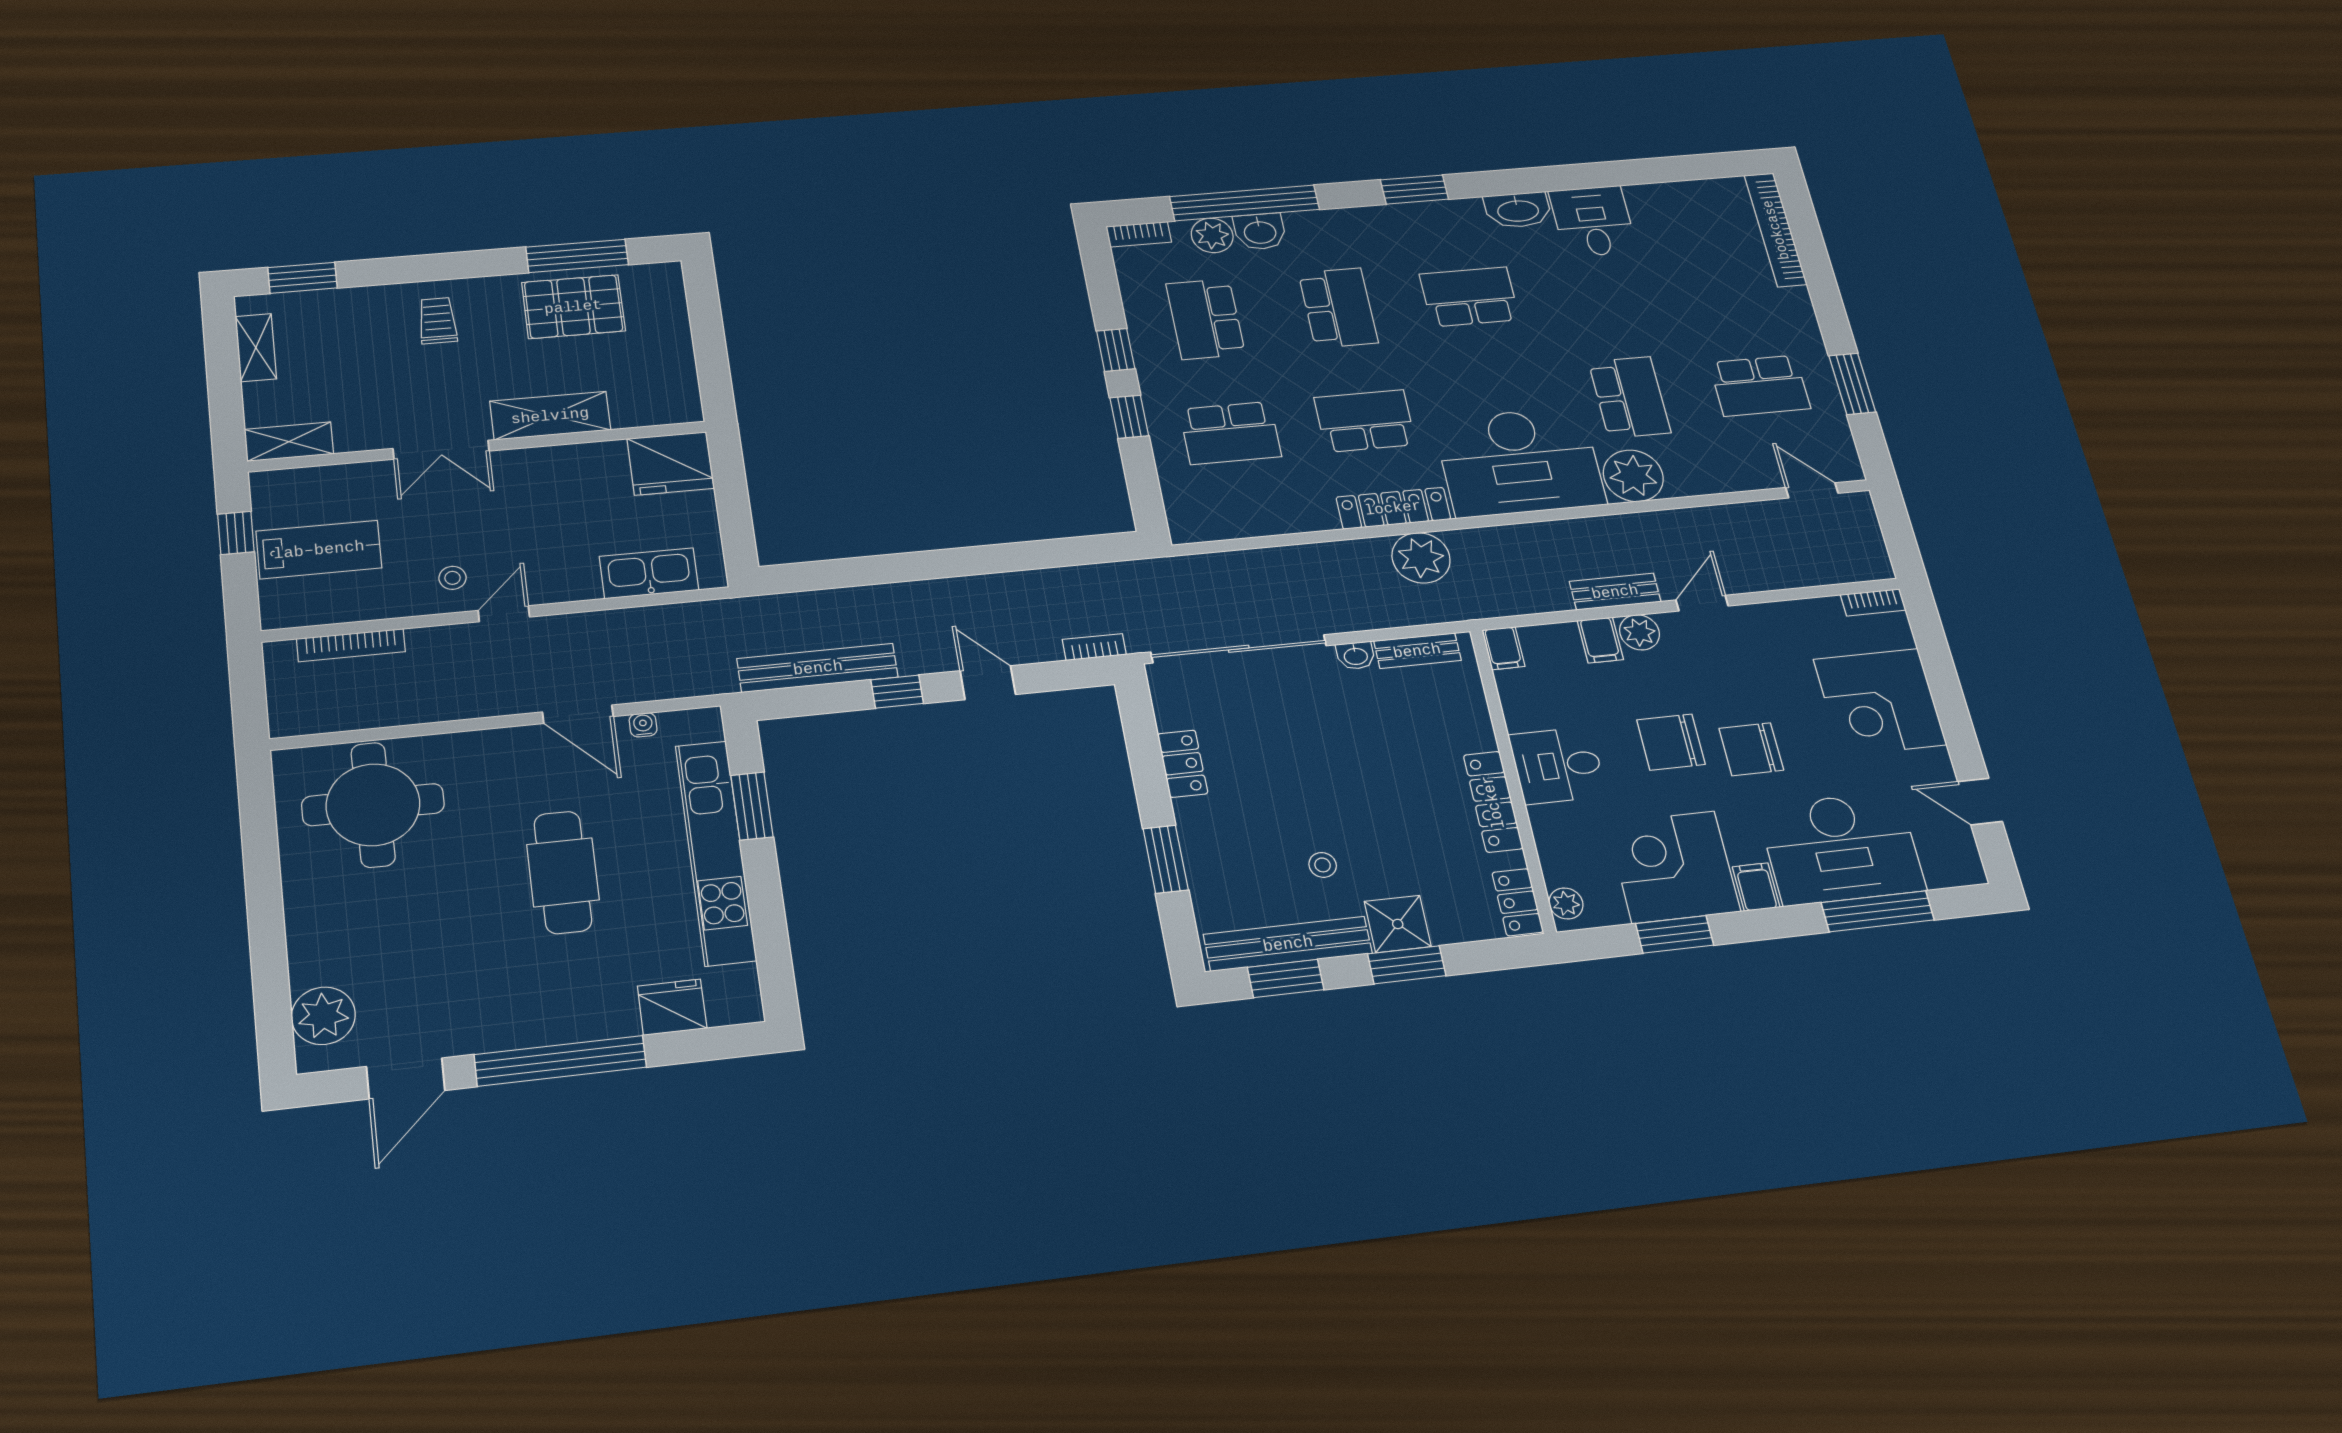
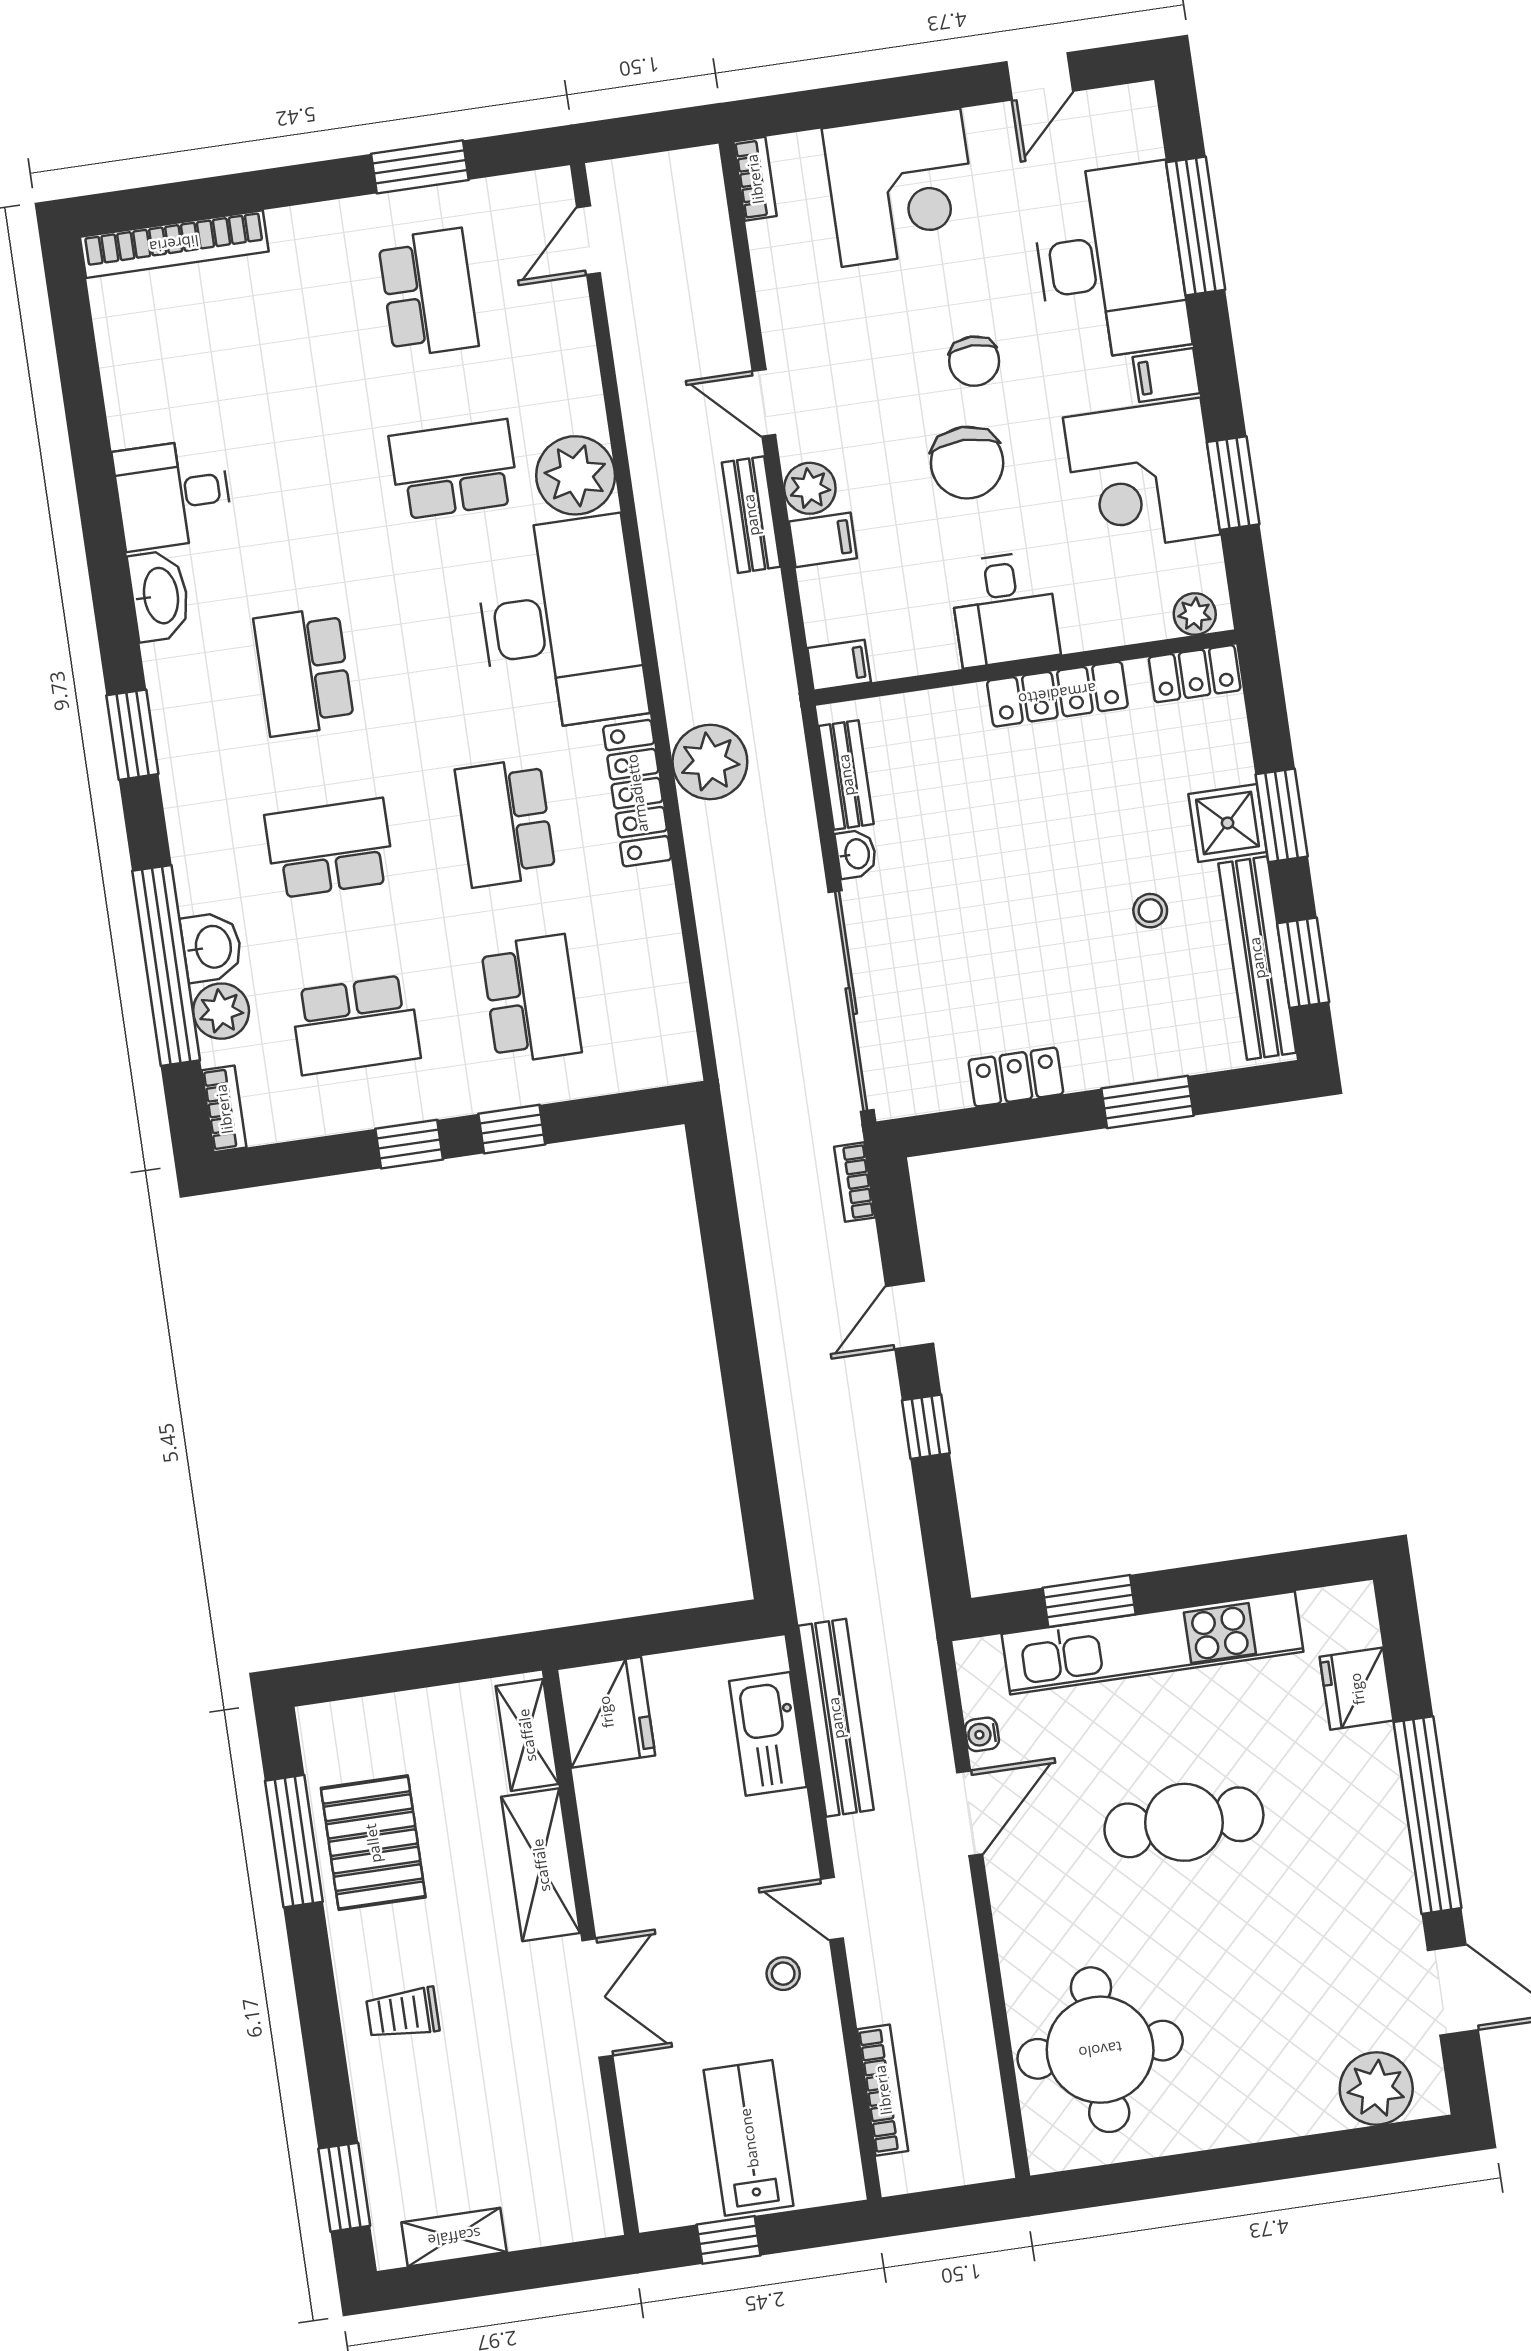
shelving: (289, 442) -> (527, 1735), moved
bench: (818, 668) -> (836, 1718), moved
chair: (1751, 749) -> (974, 361), width x0.73, depth x0.73

